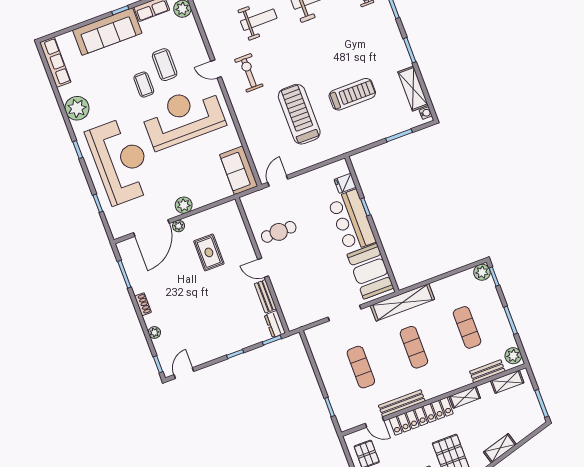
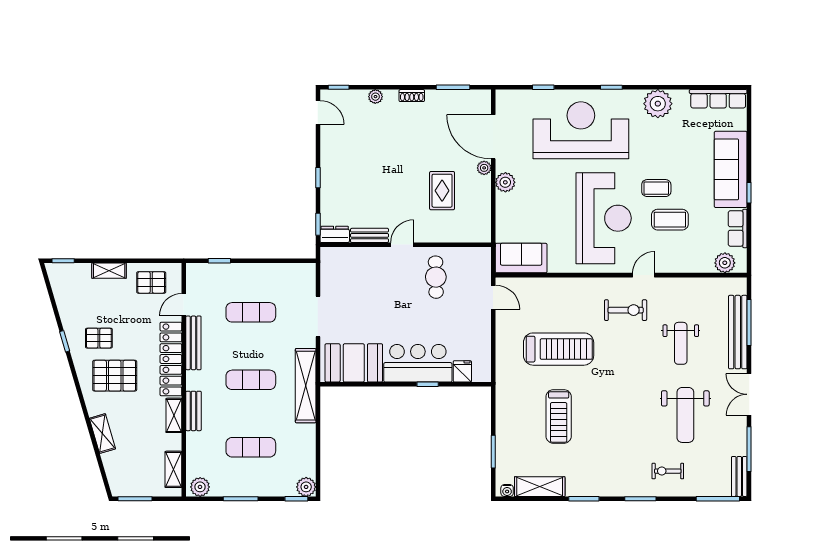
reception desk: (121, 161) -> (581, 130), turned 180
rug: (209, 252) -> (442, 191), turned 90
bench: (487, 371) -> (193, 411), moved

